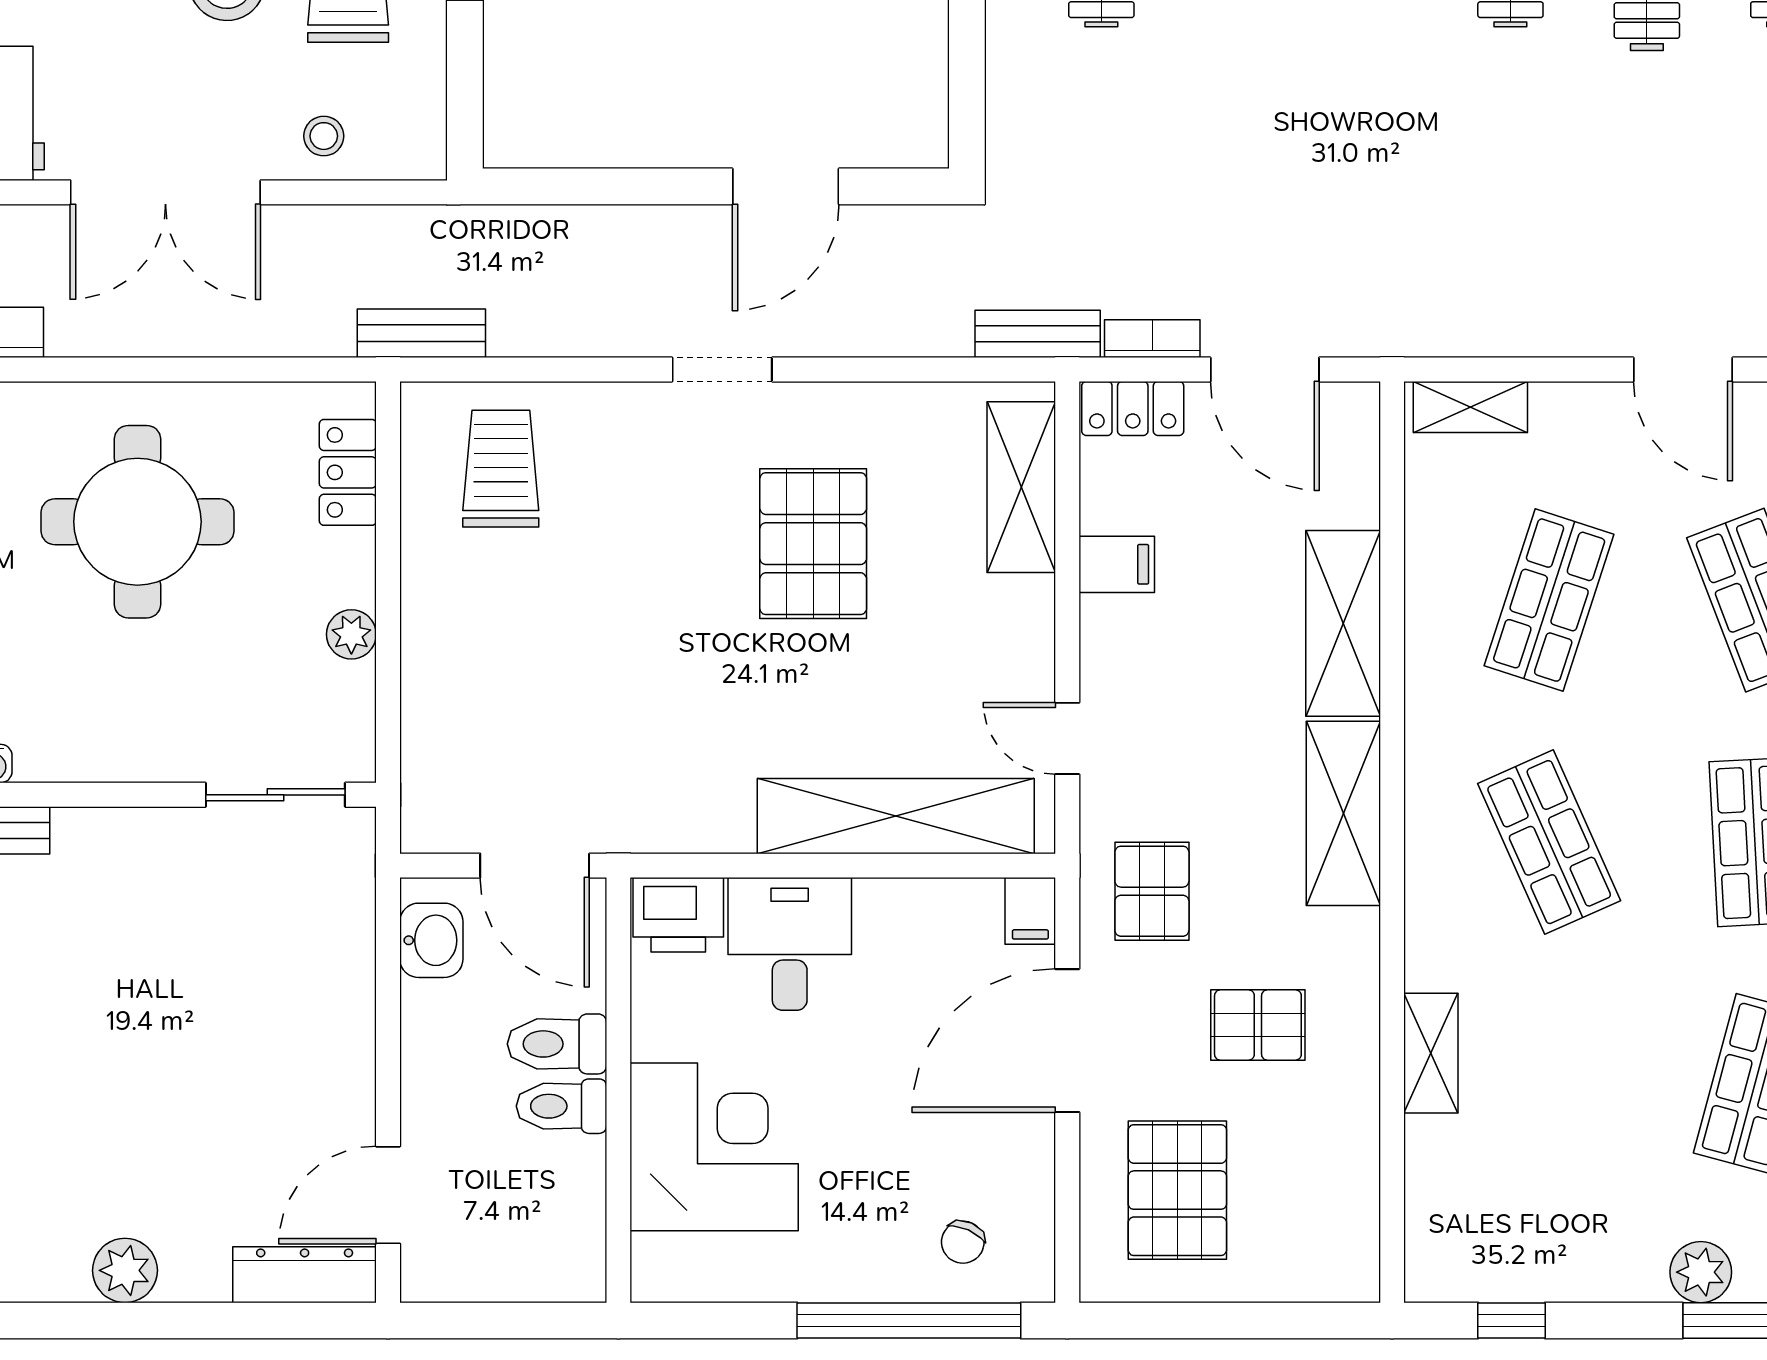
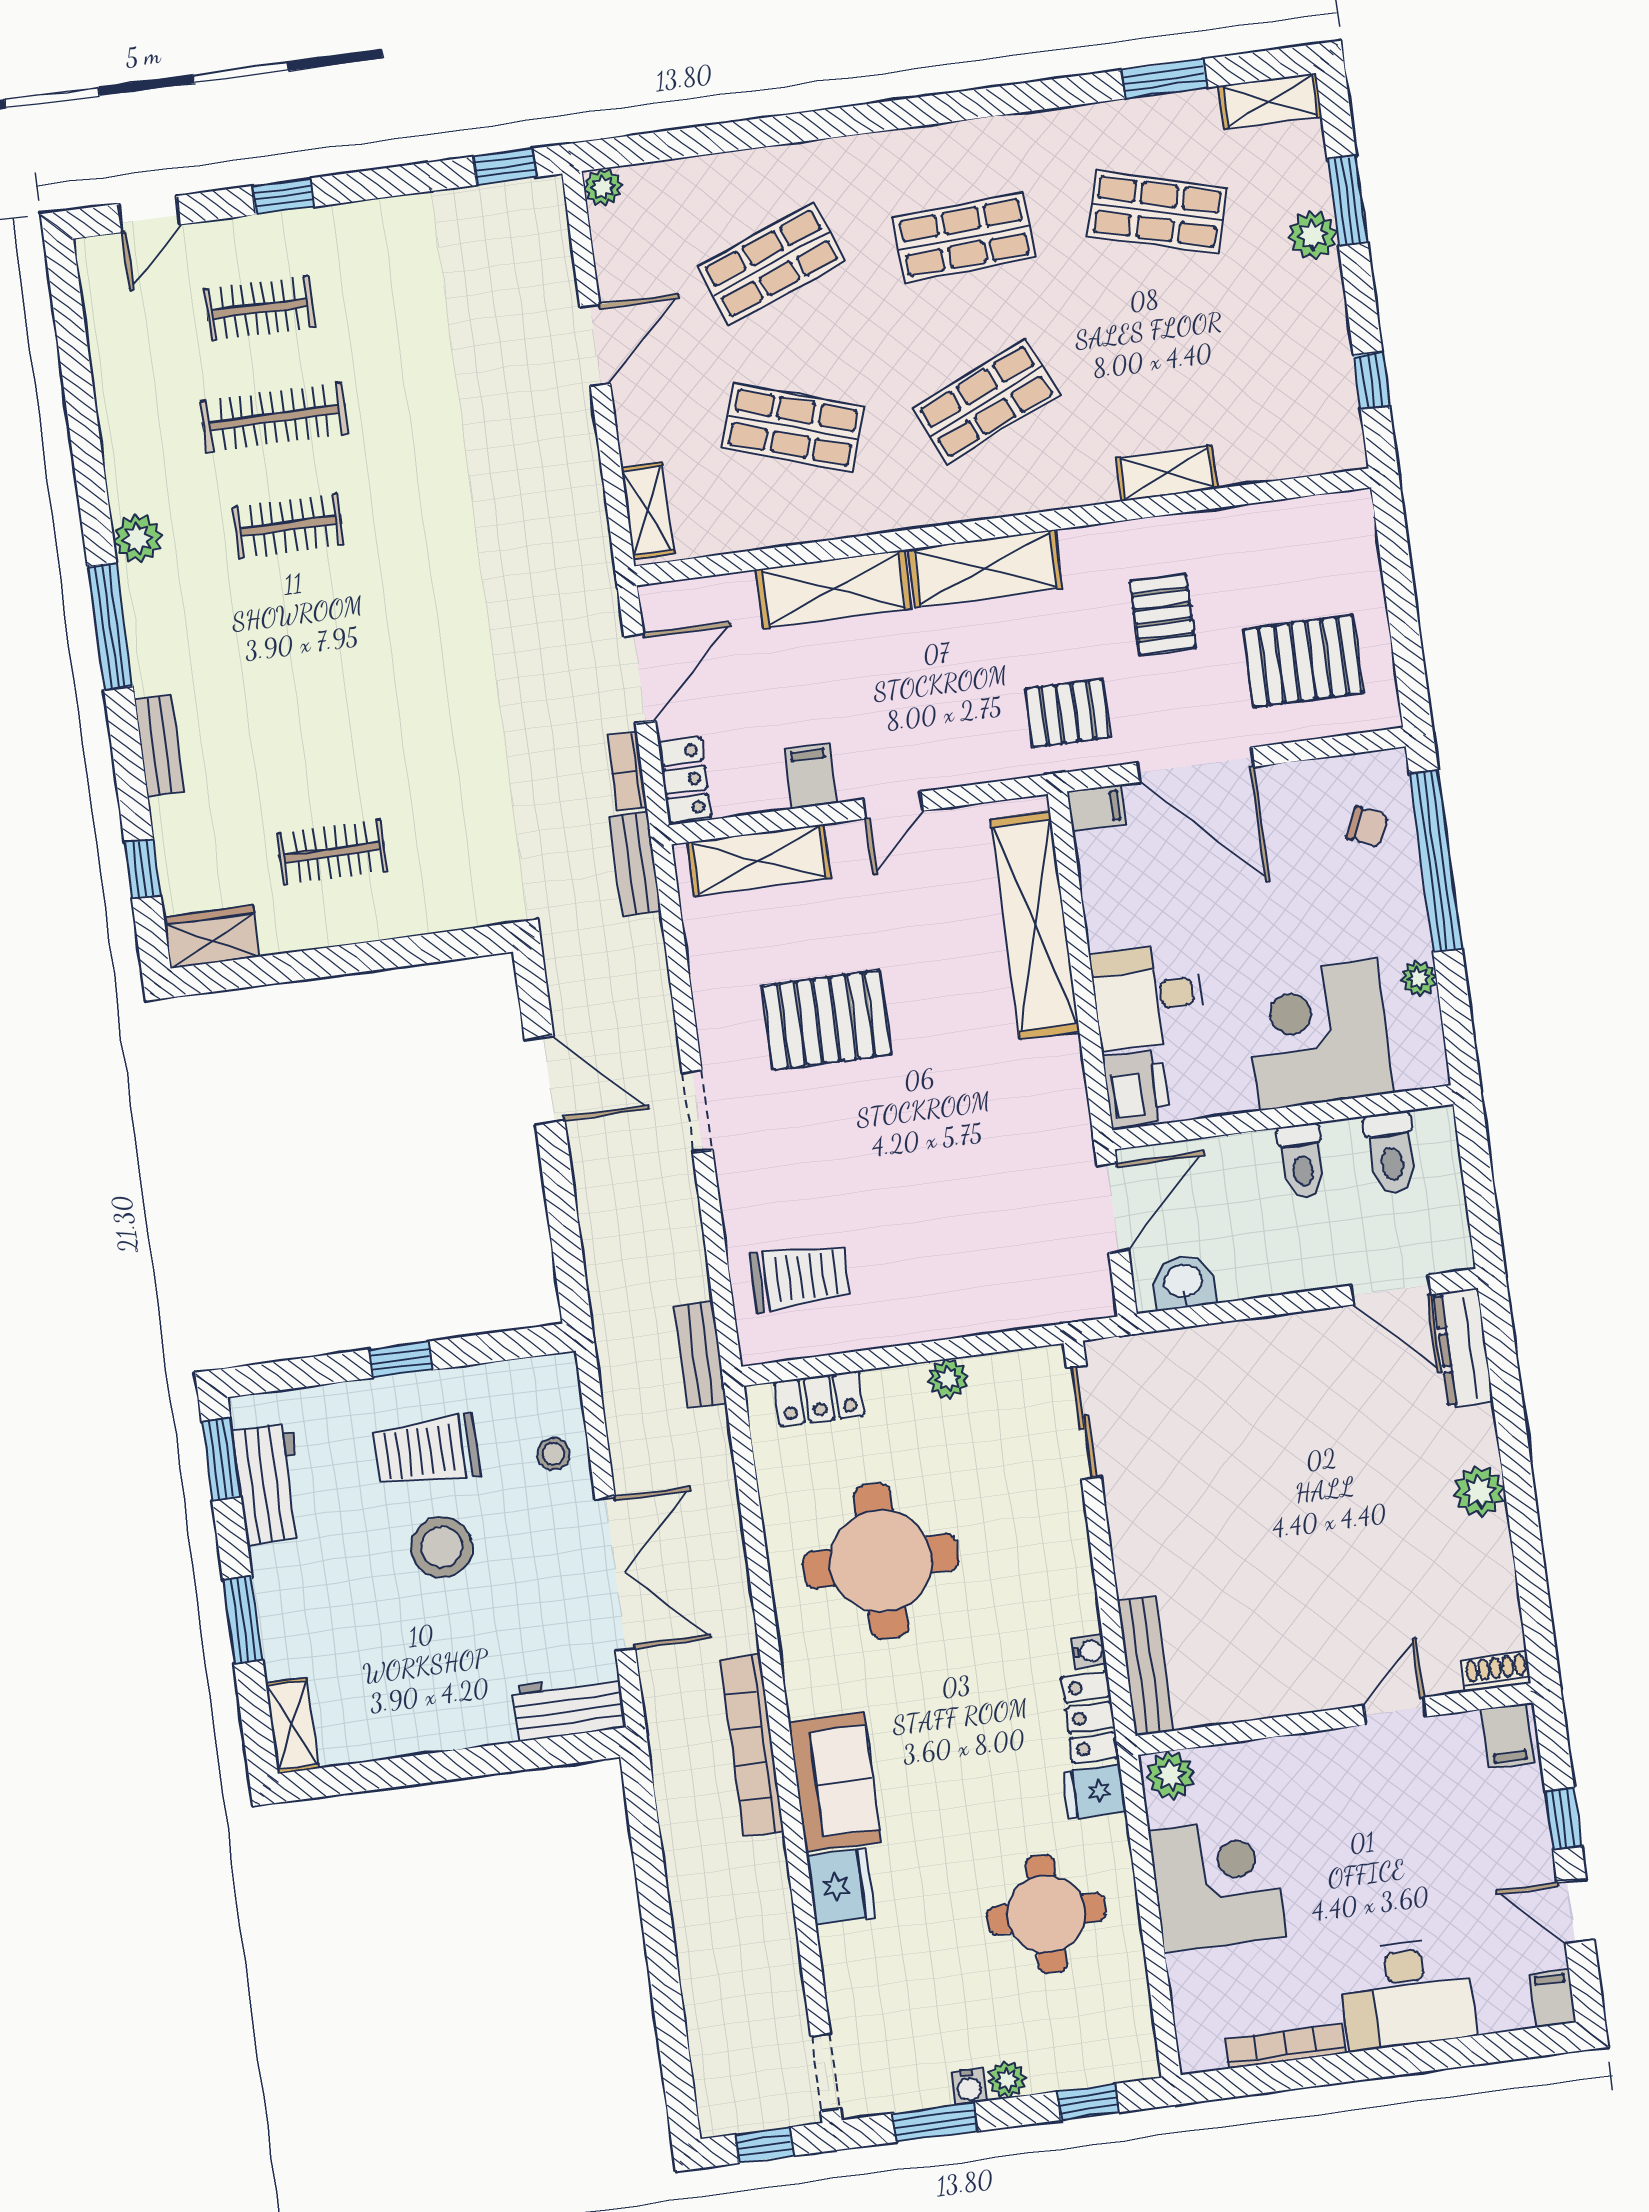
trolley: (501, 469) -> (800, 1277), turned 180
door: (1067, 738) -> (893, 805), moved
toilet: (557, 1044) -> (1391, 1153), moved
plant: (767, 1280) -> (1419, 978), added

